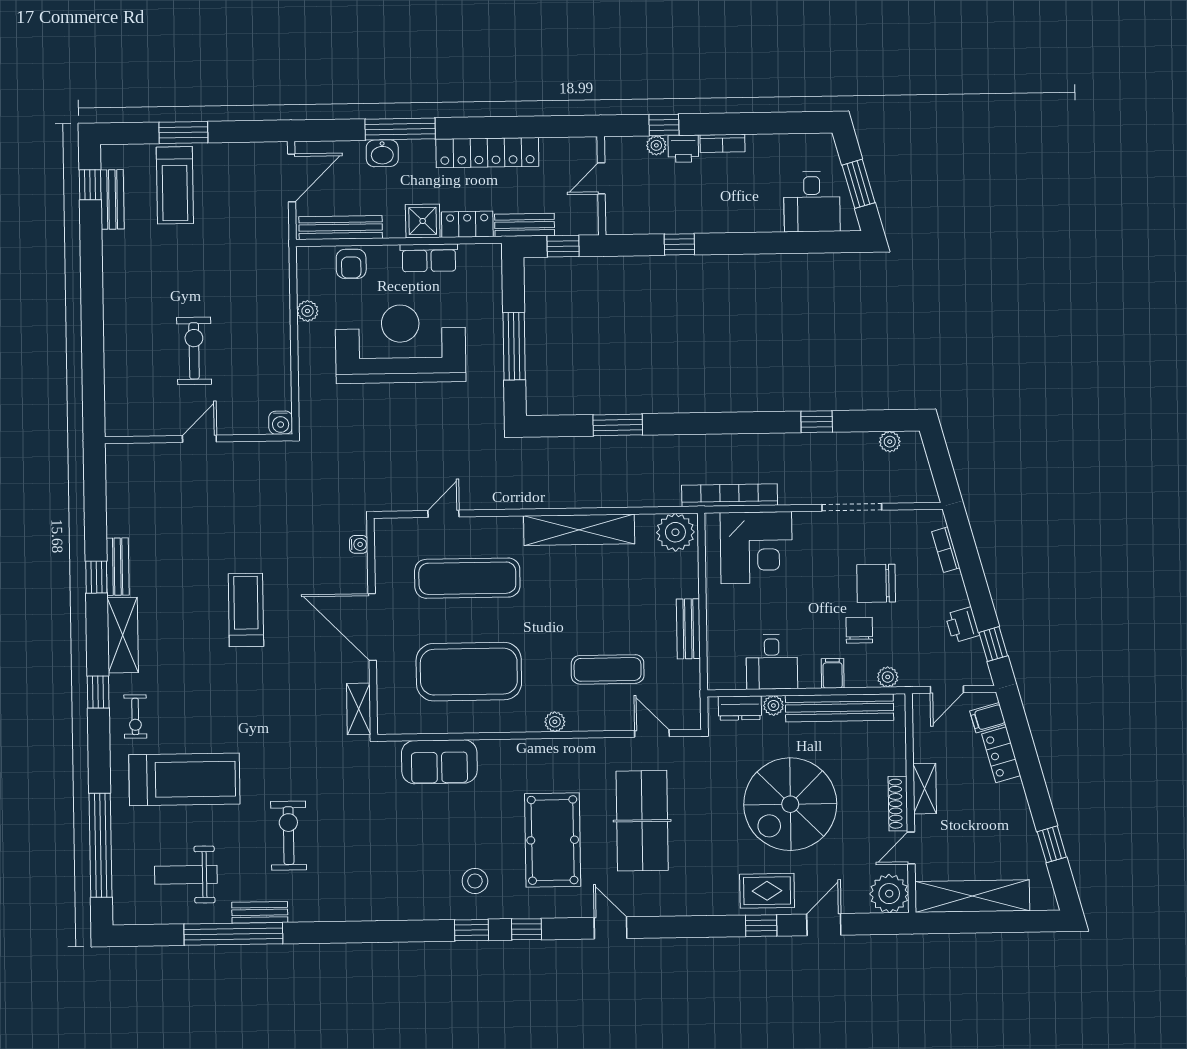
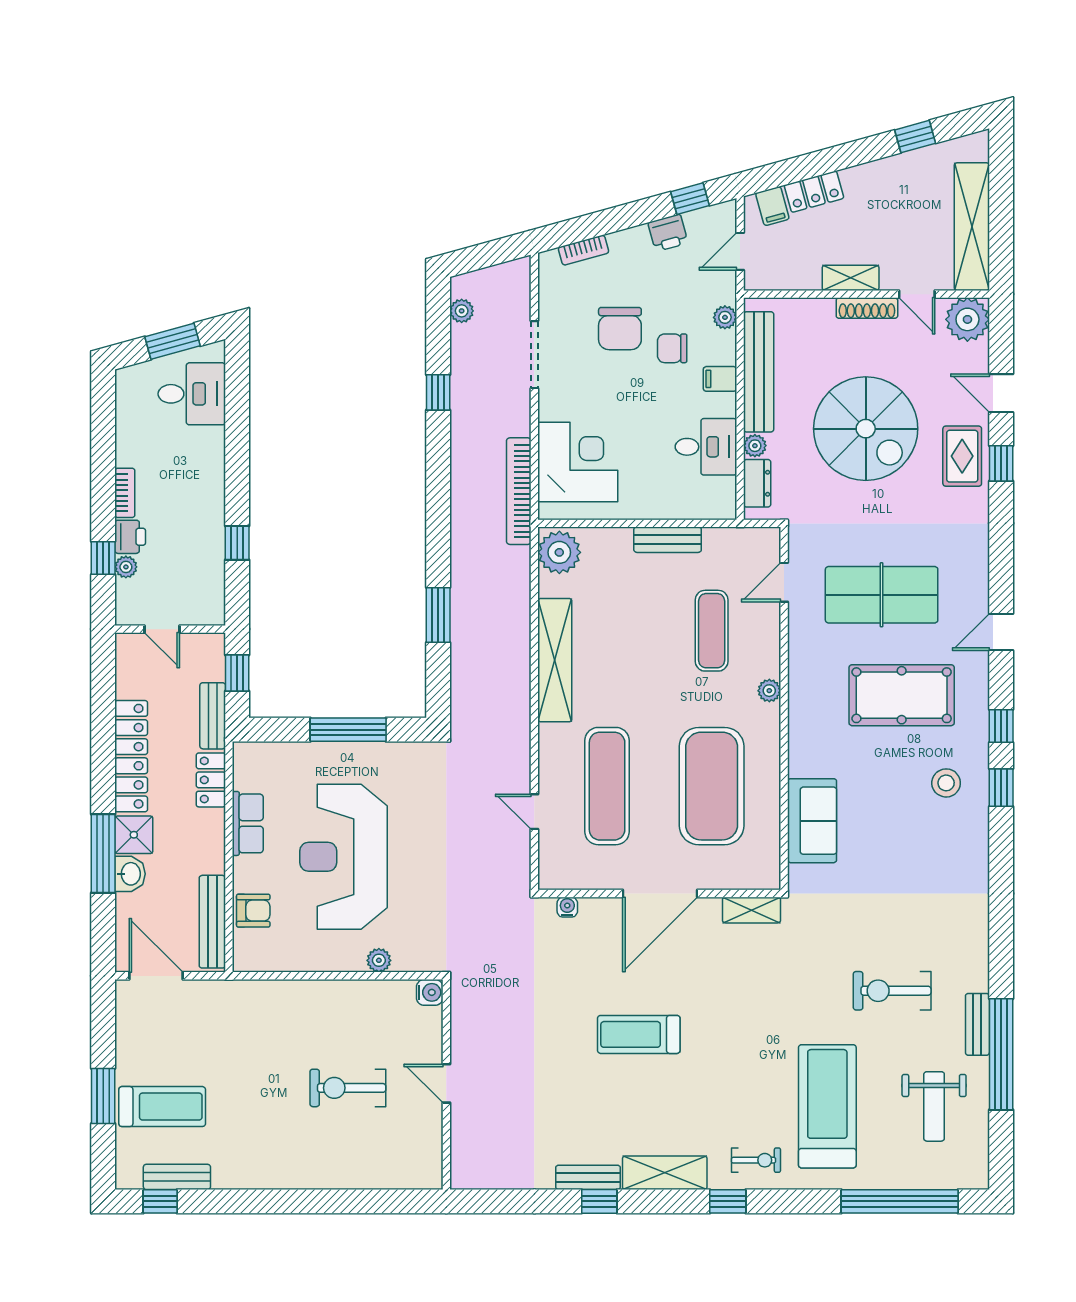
shower: (423, 221) -> (134, 835), moved
plant: (307, 311) -> (379, 960), moved
door: (947, 690) -> (740, 251), swing flipped

